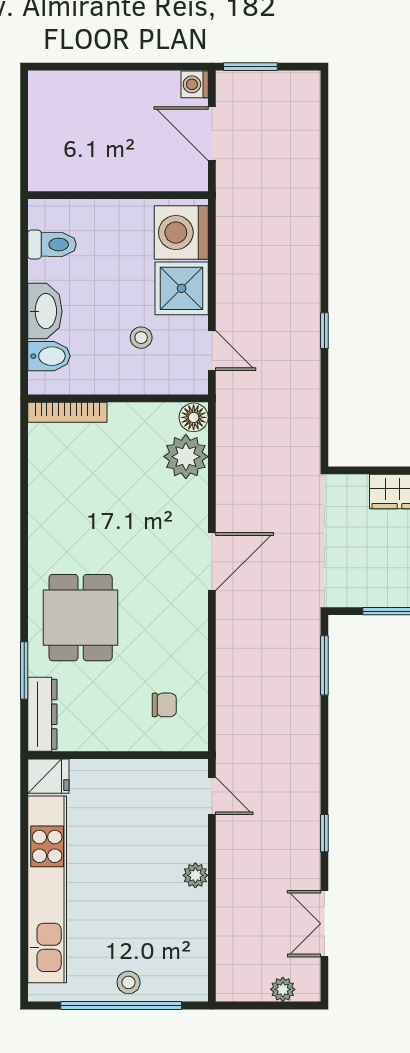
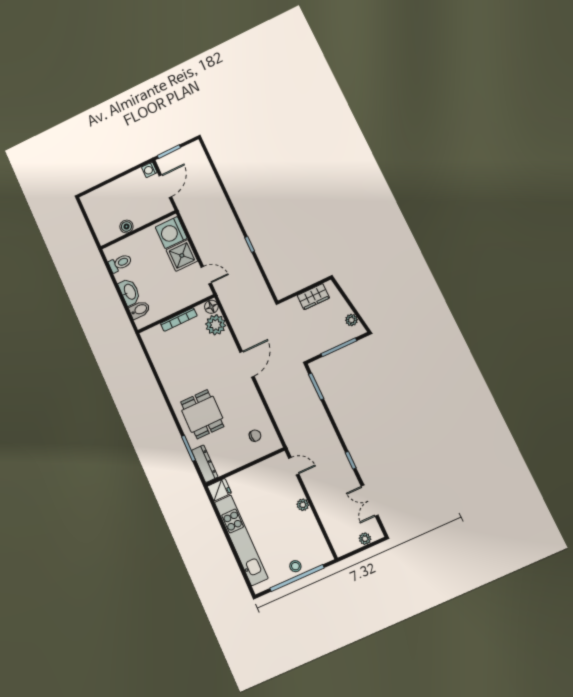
door: (212, 134) -> (165, 186), swing flipped
boiler: (97, 177) -> (126, 227), added
stool: (141, 338) -> (174, 284), removed
bookcase: (67, 412) -> (179, 320), moved

